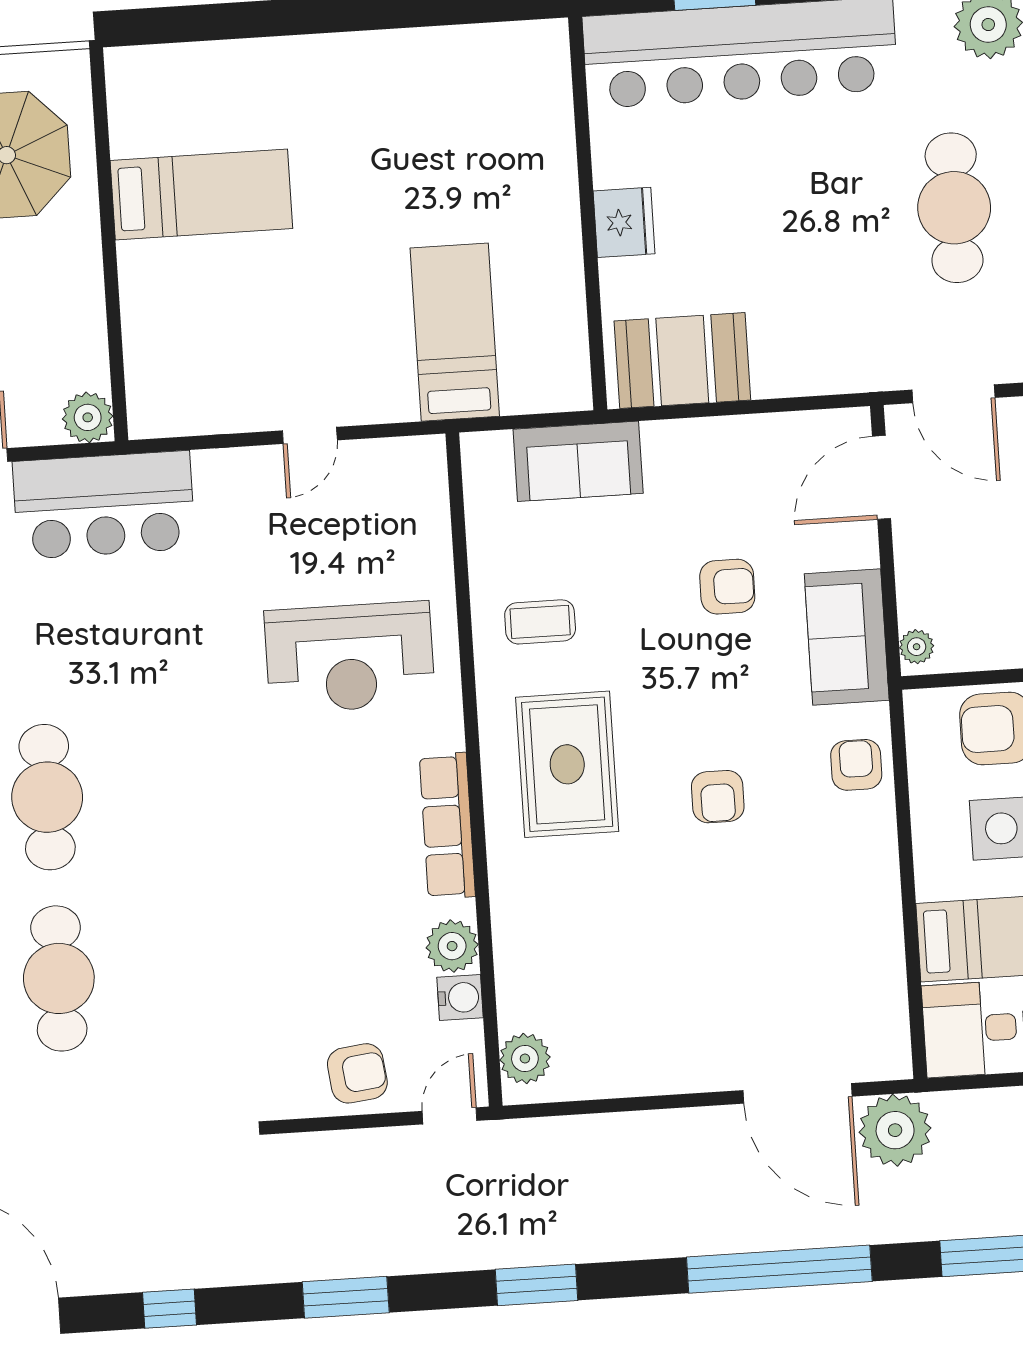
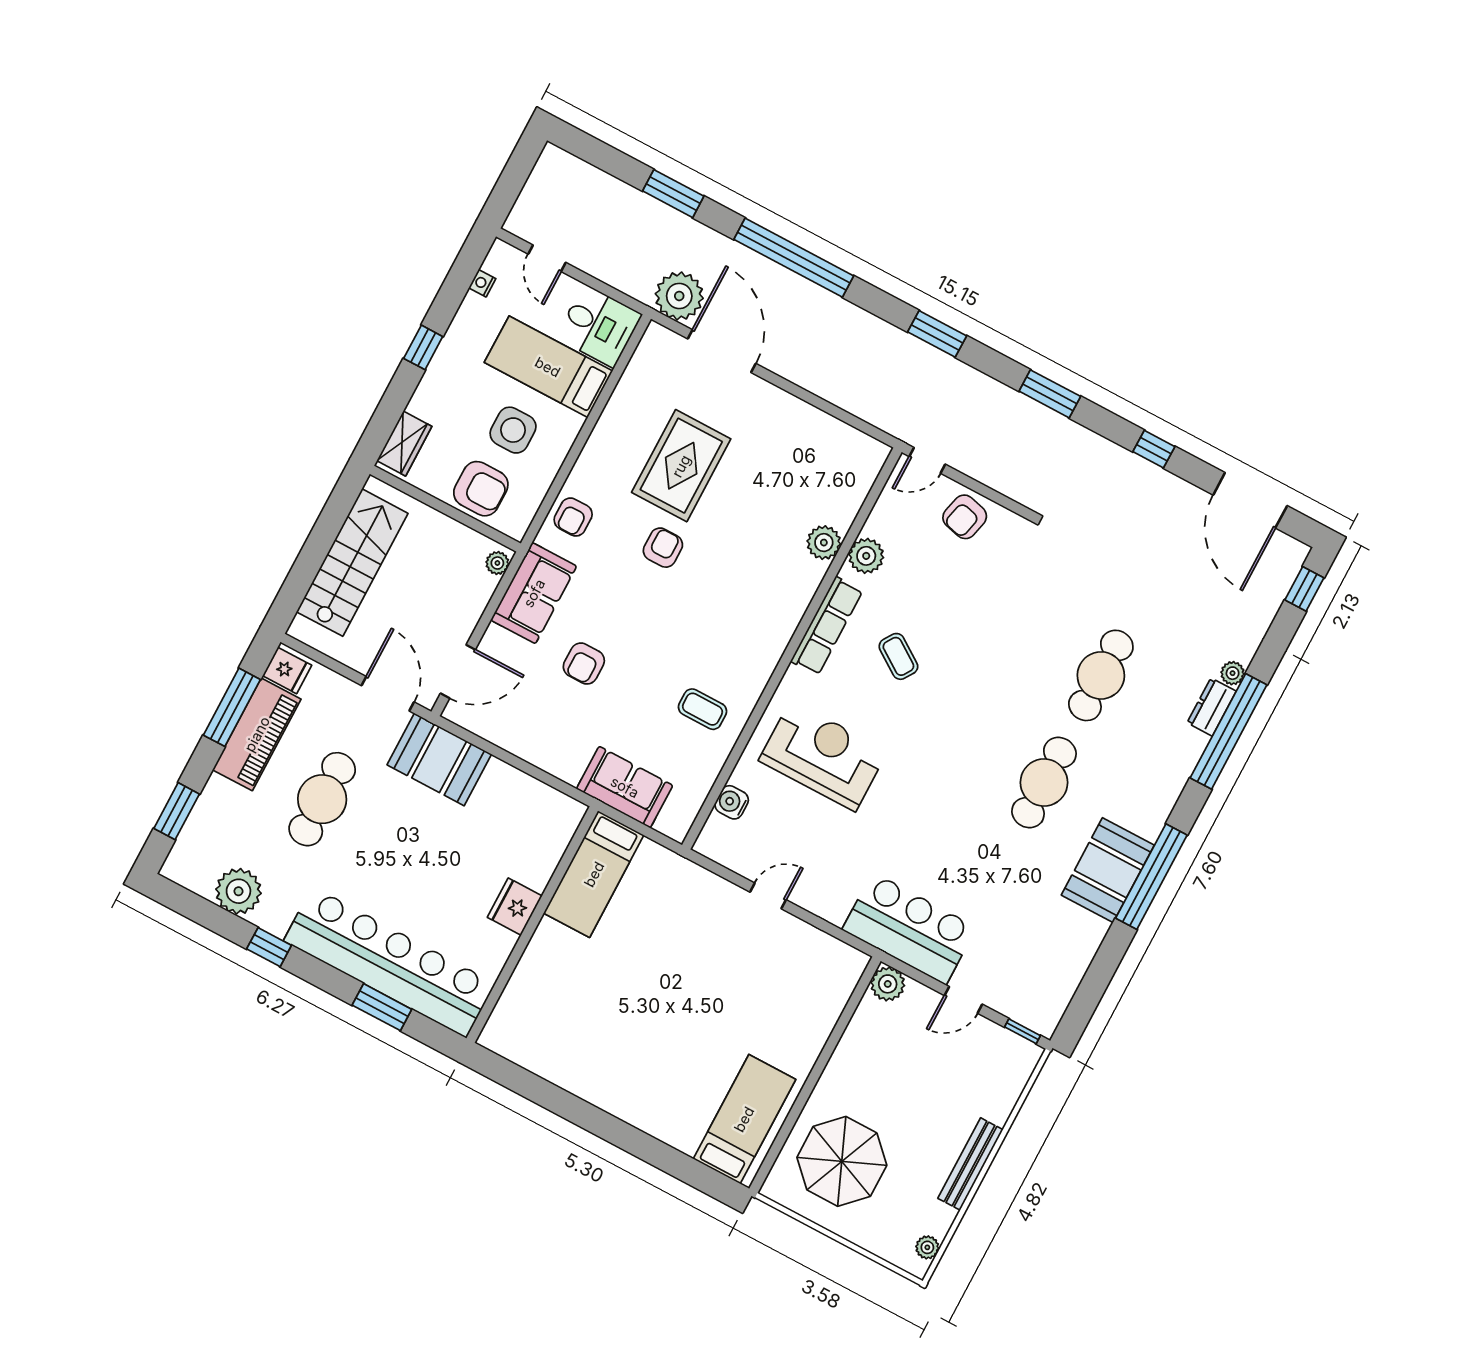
bed: (201, 194) -> (744, 1119), moved, turned 90
bed: (455, 332) -> (594, 874), moved
booth: (682, 360) -> (439, 759), moved
armchair: (727, 587) -> (584, 664), turned -90
rug: (567, 764) -> (681, 466), moved
coffee table: (332, 843) -> (898, 656), added
water cooler: (460, 998) -> (732, 802), moved
plant: (525, 1059) -> (824, 543), moved
armchair: (357, 1073) -> (965, 517), turned -69

